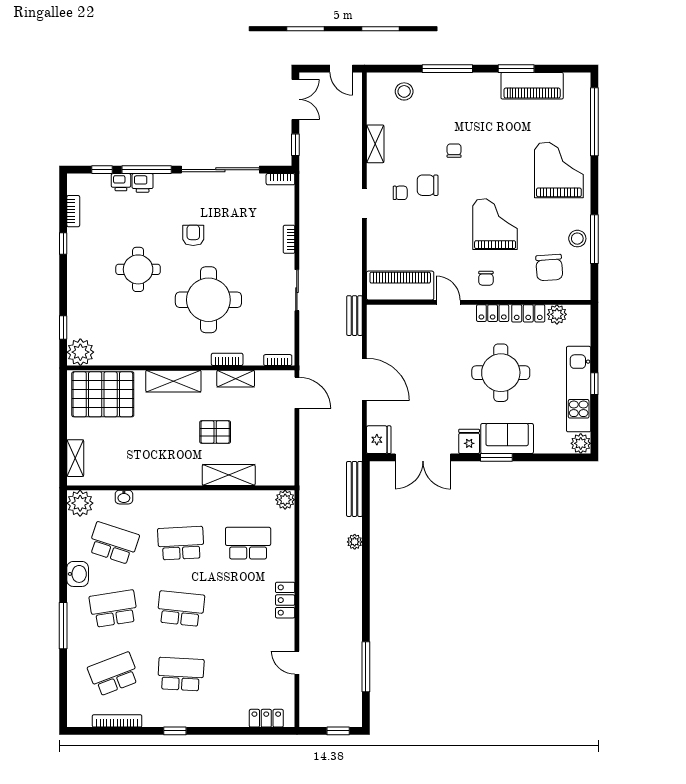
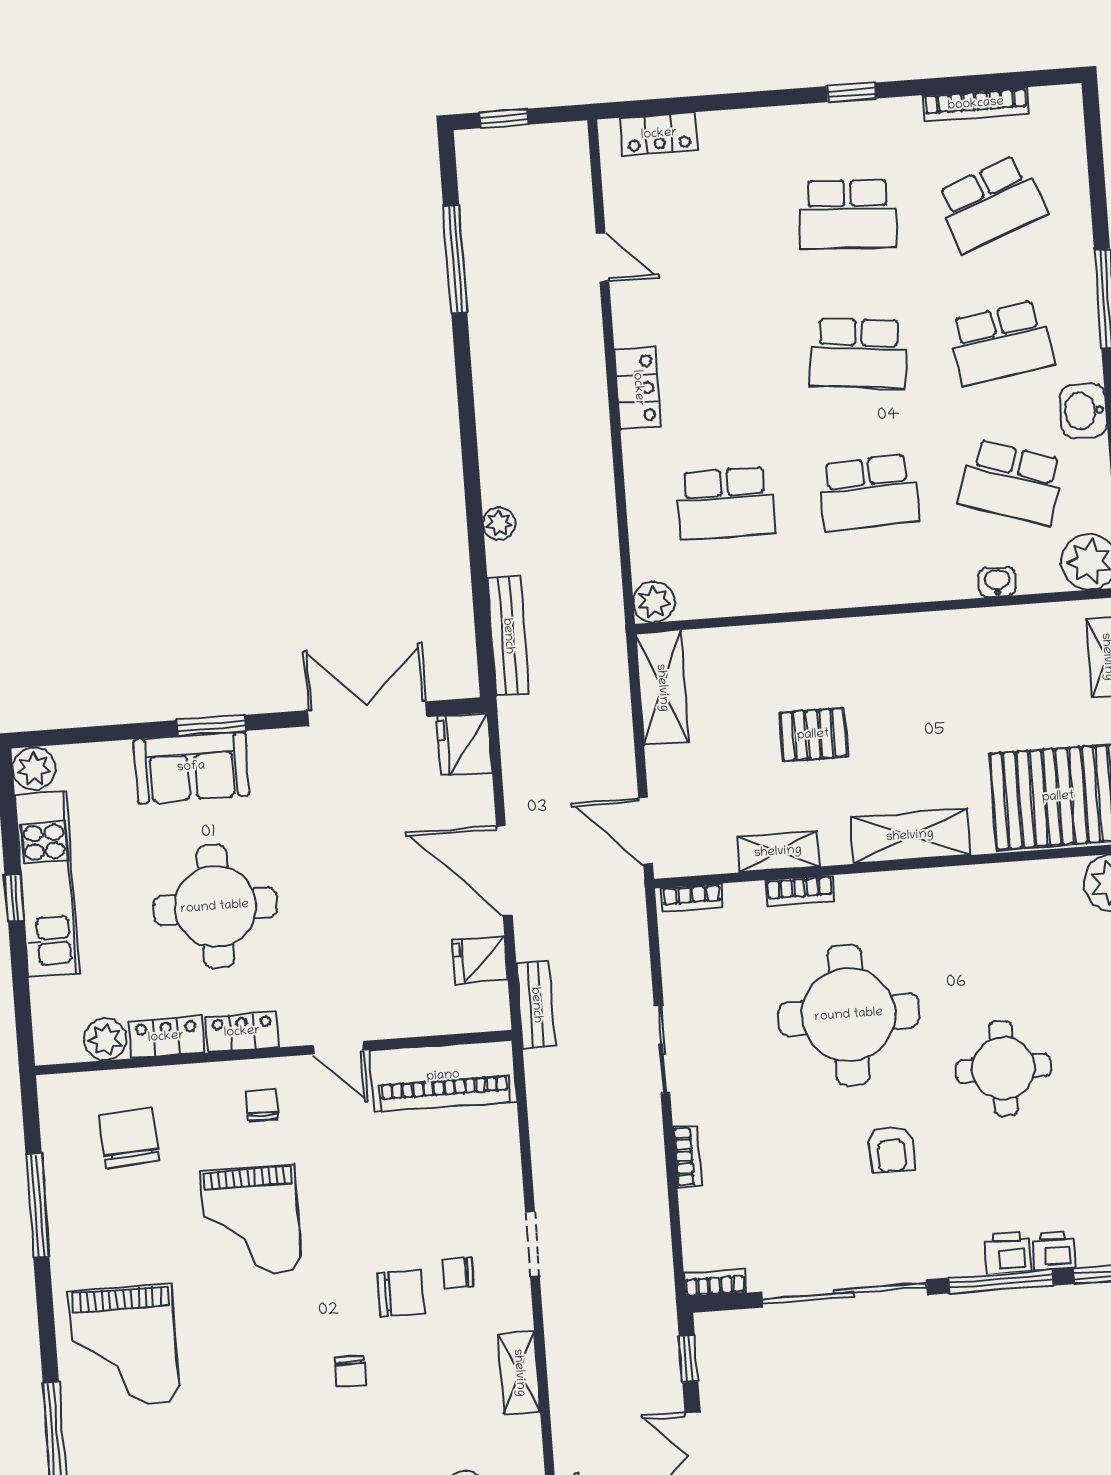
stool: (577, 239) -> (74, 1204), removed
fridge: (469, 441) -> (480, 960), moved, turned 90
shelving: (229, 475) -> (662, 688), moved, turned 90

